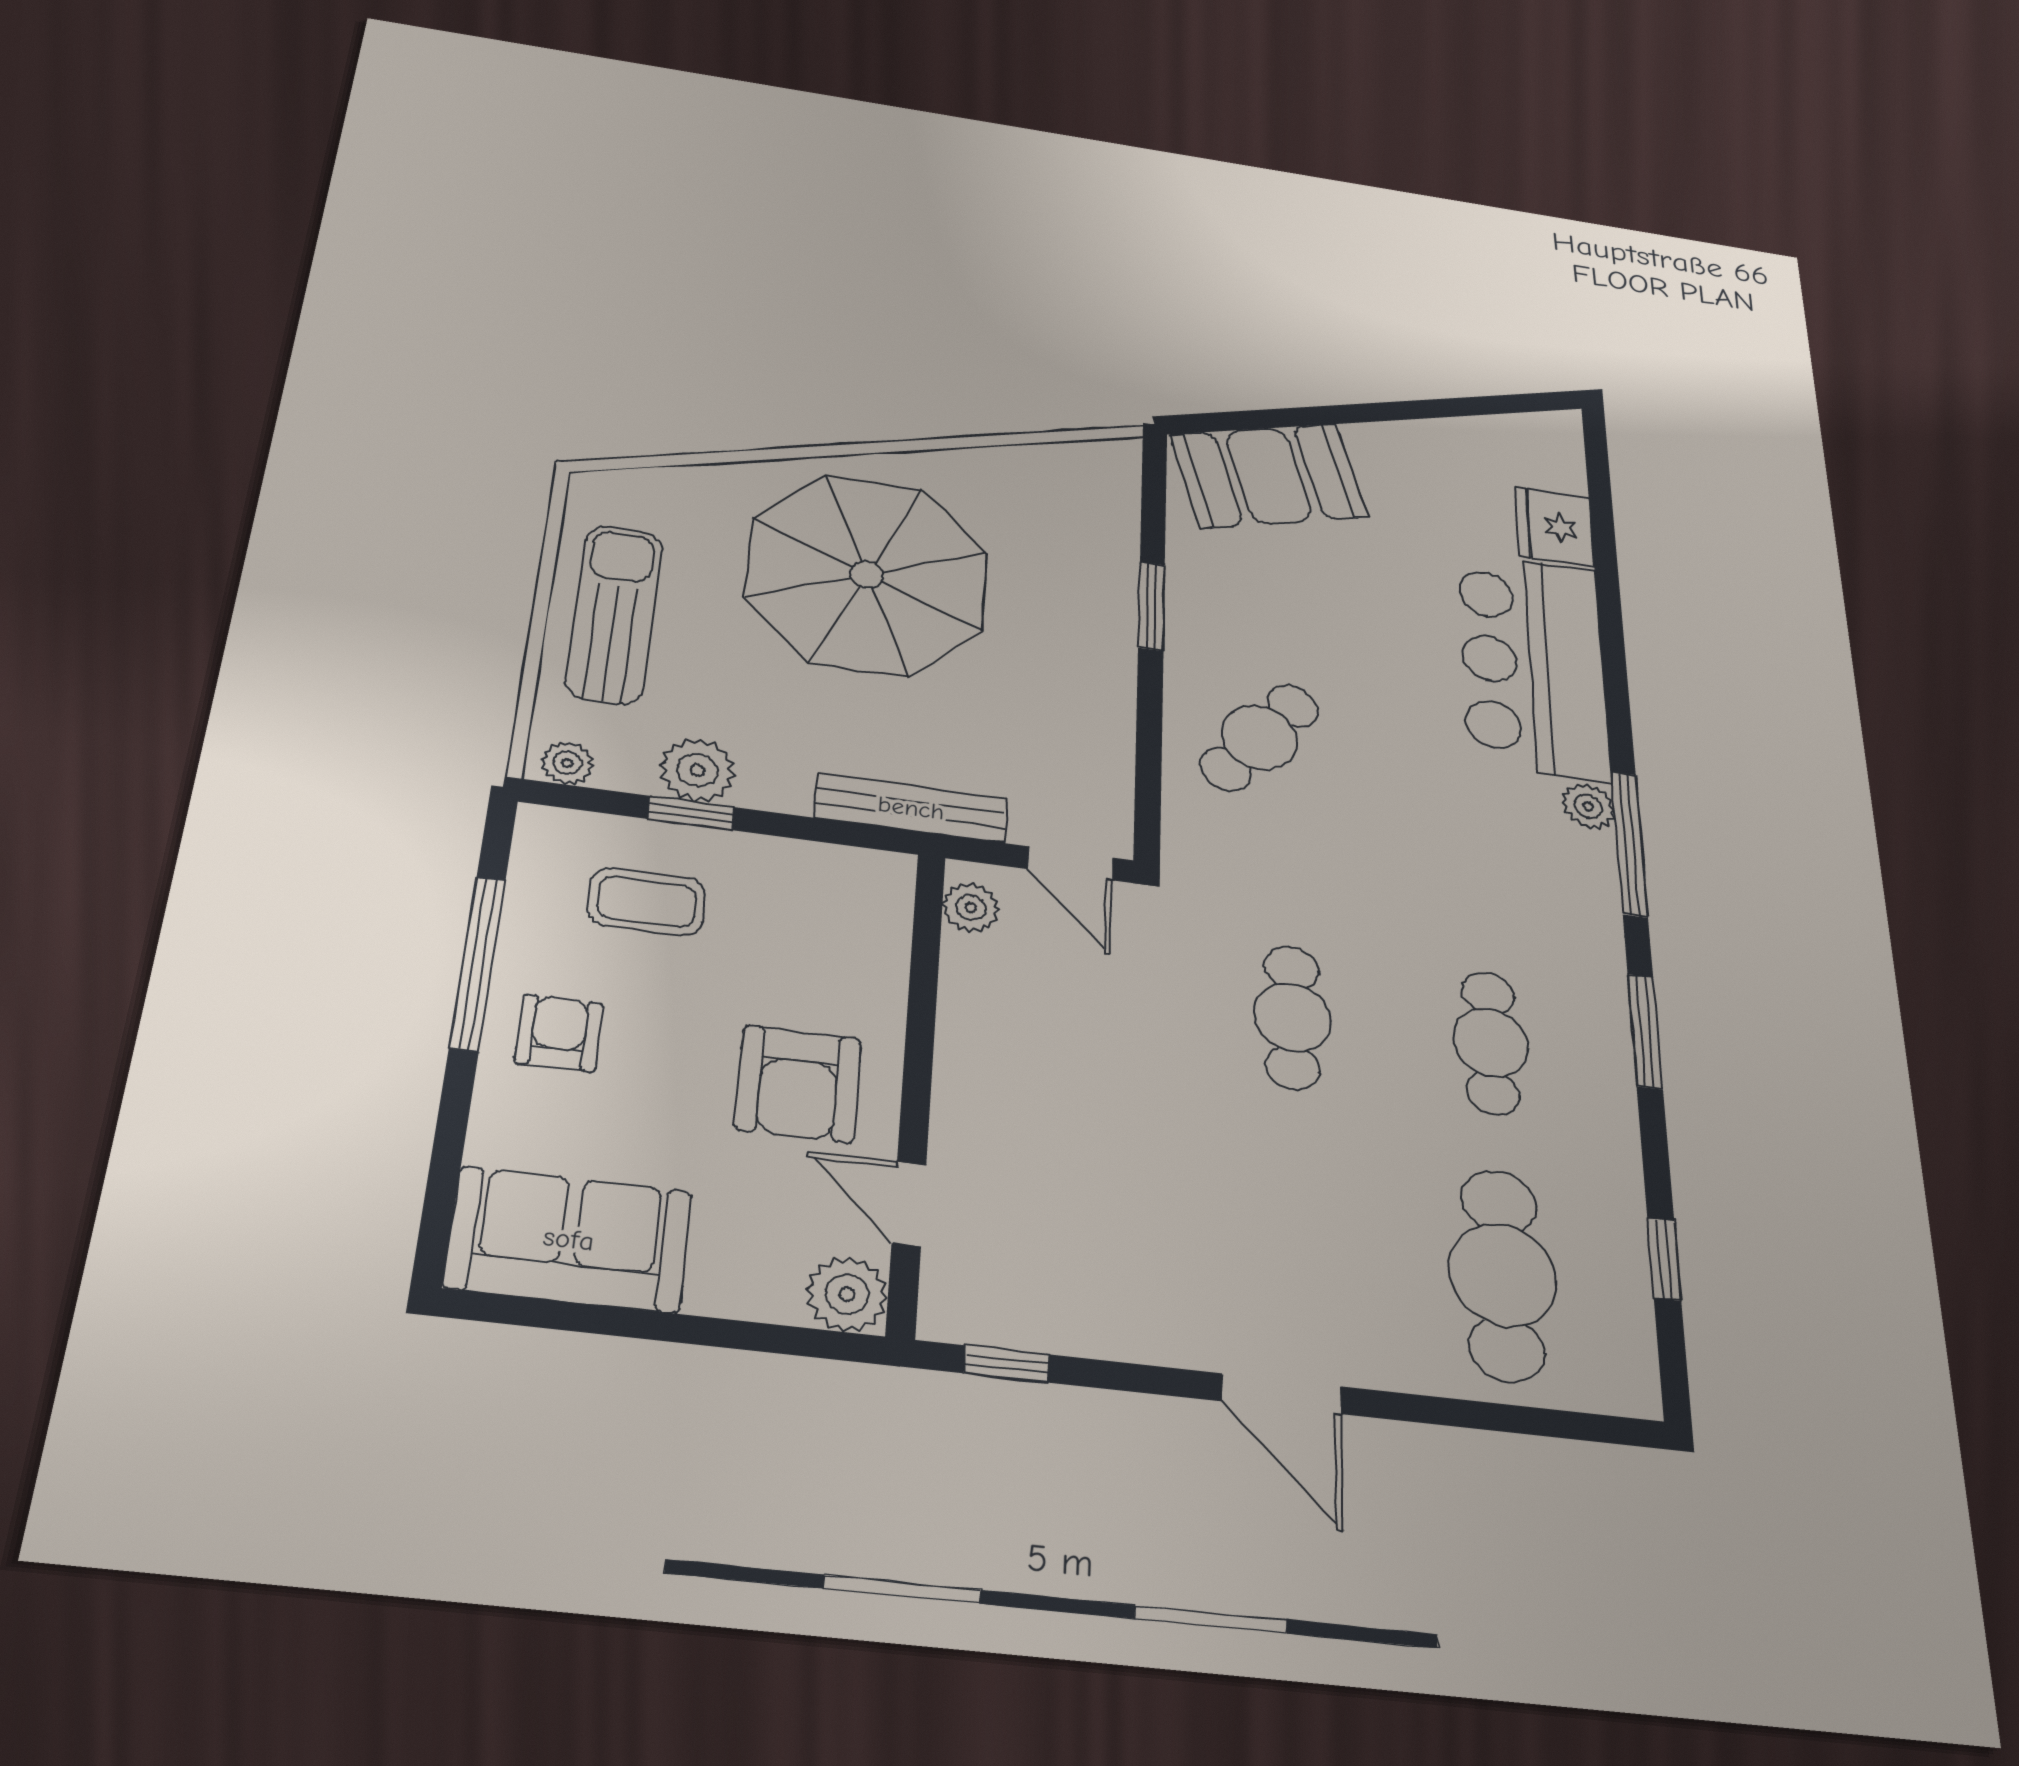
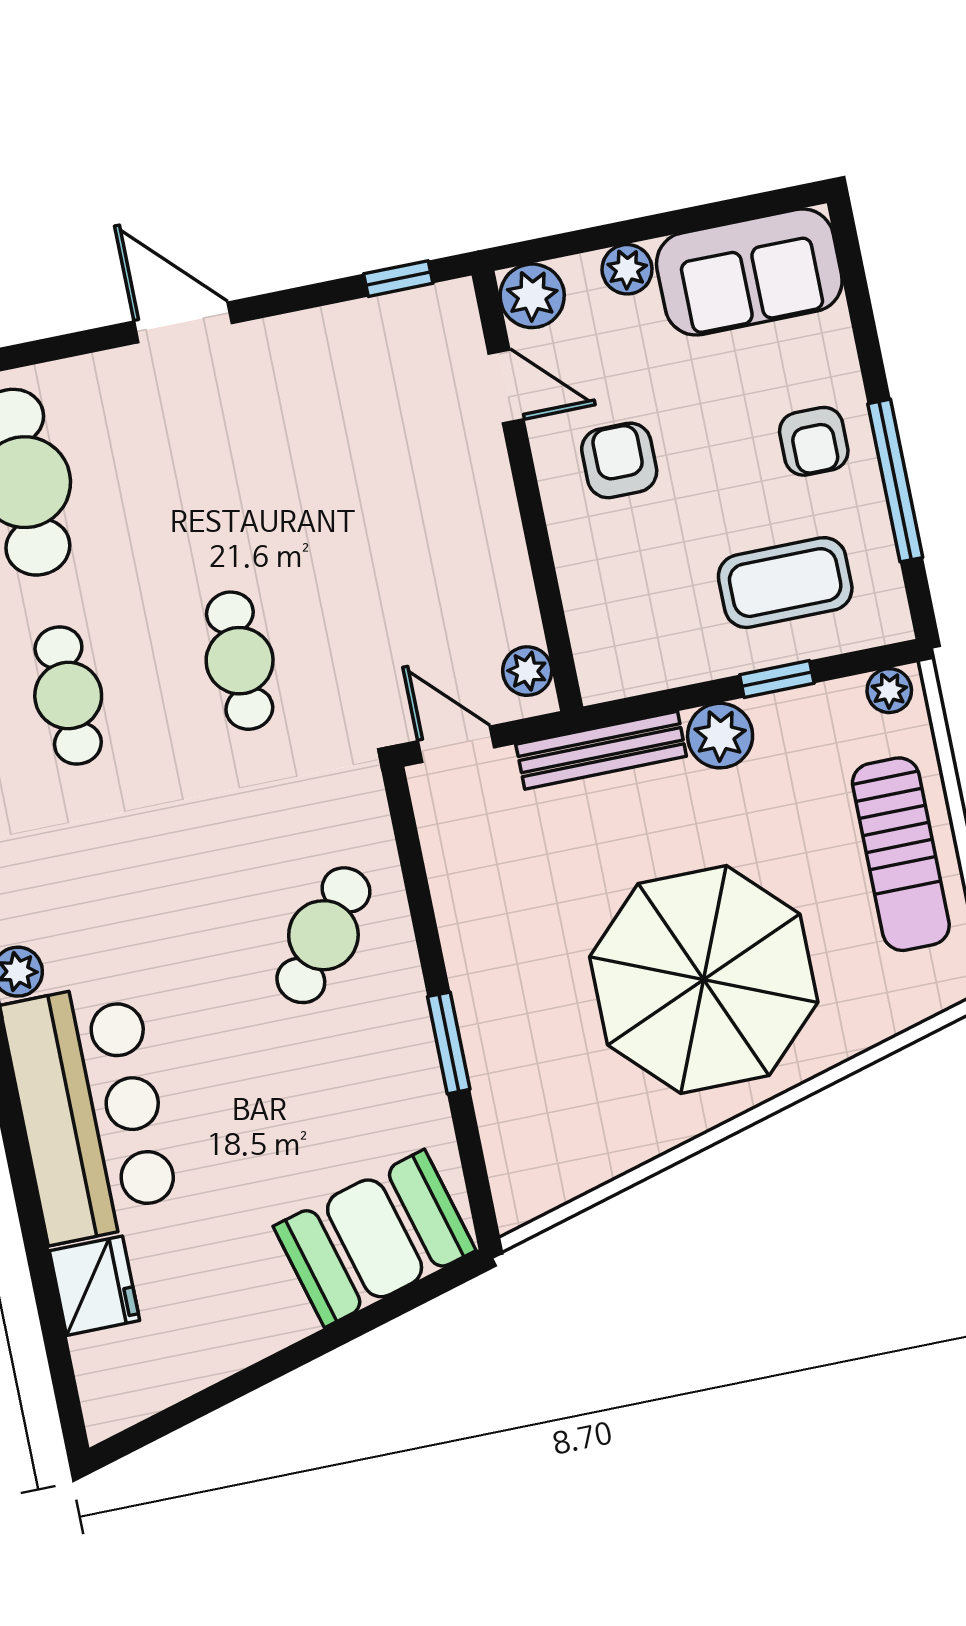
plant: (697, 770) -> (720, 736), moved
coffee table: (647, 902) -> (785, 583), width x1.36, depth x1.30
armchair: (798, 1084) -> (619, 460), width x0.72, depth x0.72
plant: (720, 1289) -> (627, 269), added

